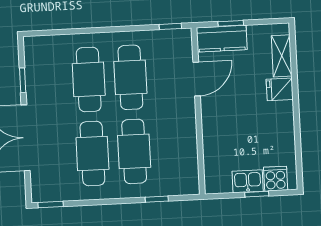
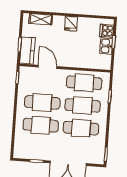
fridge: (280, 89) -> (71, 23), moved
cafe table: (176, 149) -> (84, 83), added

